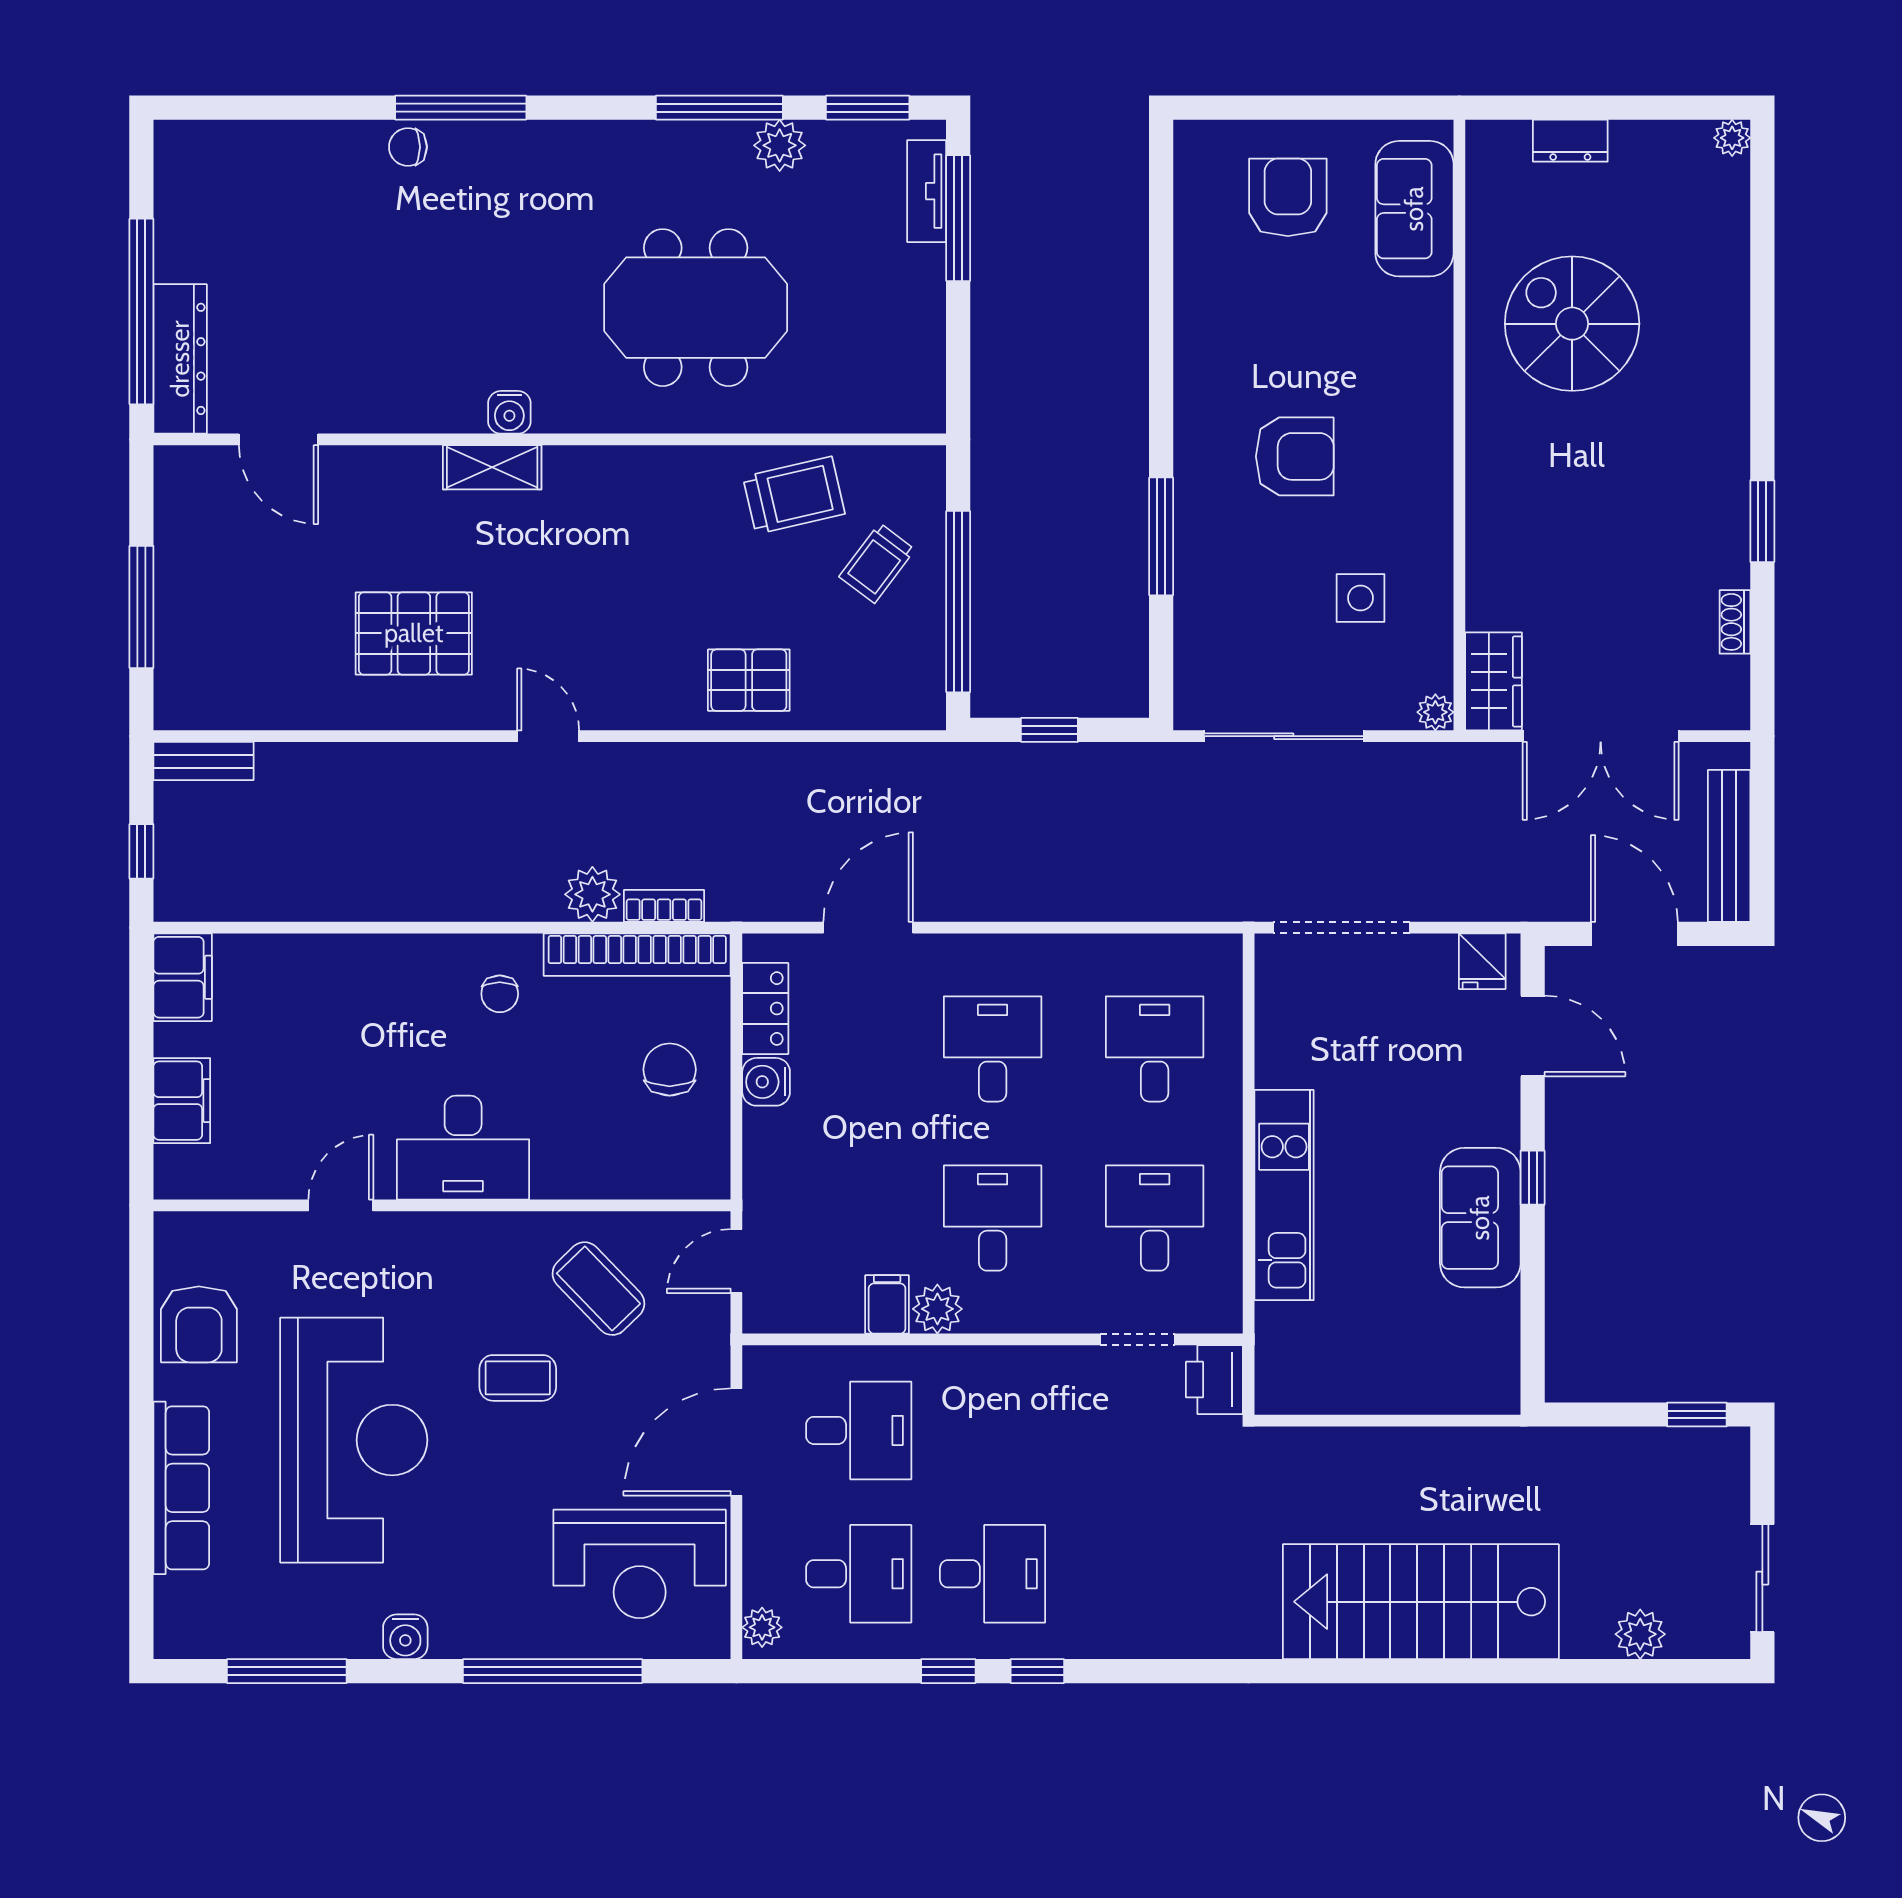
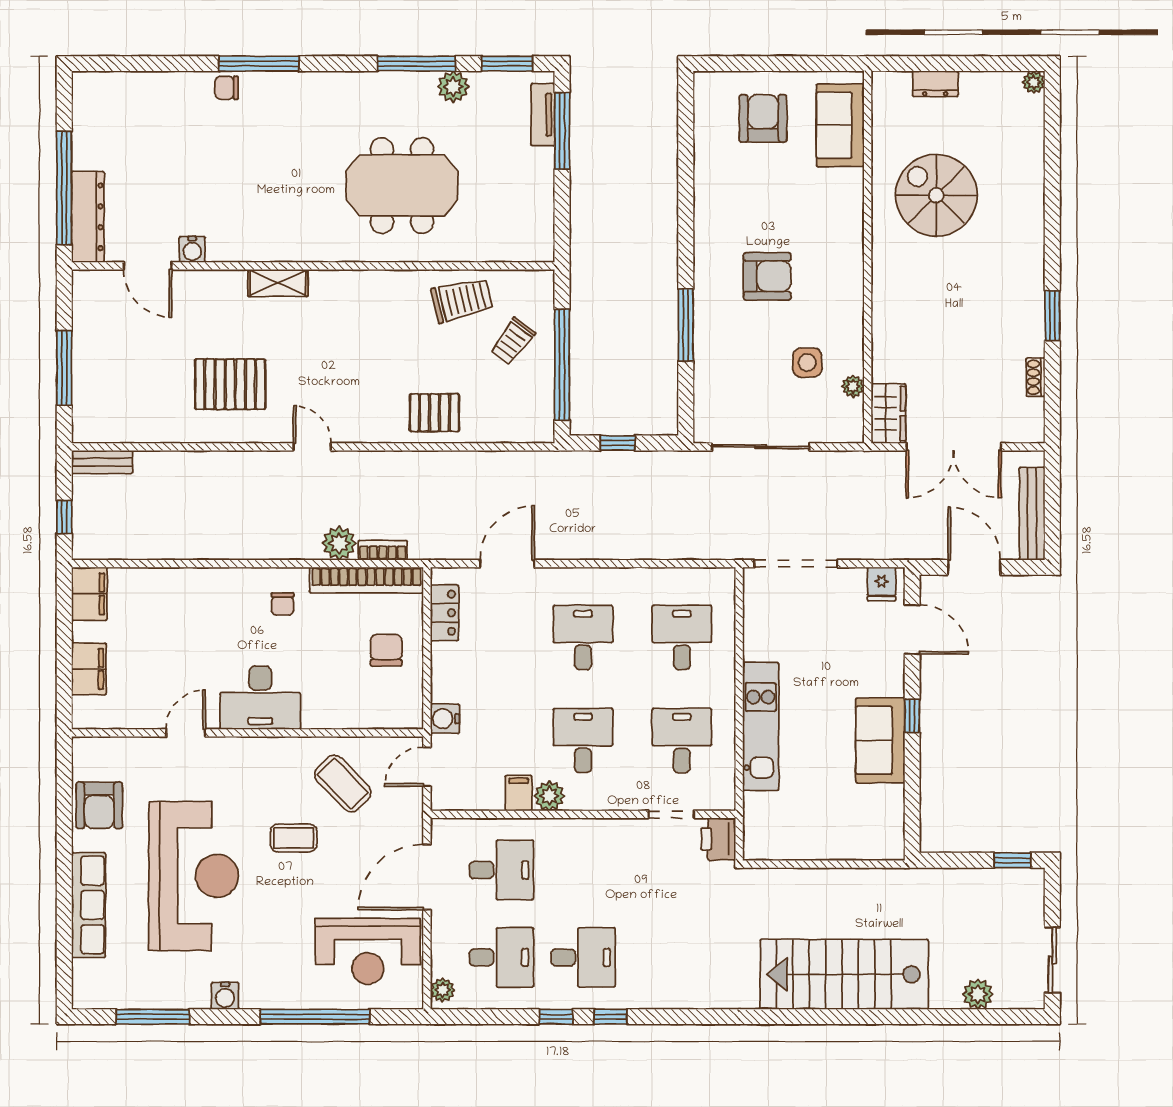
water cooler: (509, 412) -> (192, 249), moved
plant: (1435, 712) -> (853, 386), moved
water cooler: (766, 1082) -> (445, 719), moved

